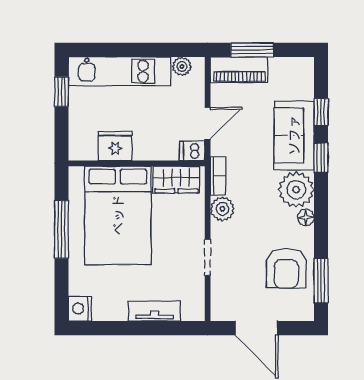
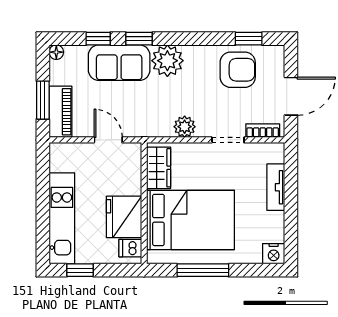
plant: (182, 66) -> (57, 163), removed
fridge: (115, 146) -> (124, 217), width x1.36, depth x1.34
dishwasher: (192, 151) -> (130, 248), moved, turned 90
bookcase: (218, 176) -> (263, 131), moved
floor lamp: (306, 217) -> (56, 52), moved
window: (321, 281) -> (249, 39), width x0.67

